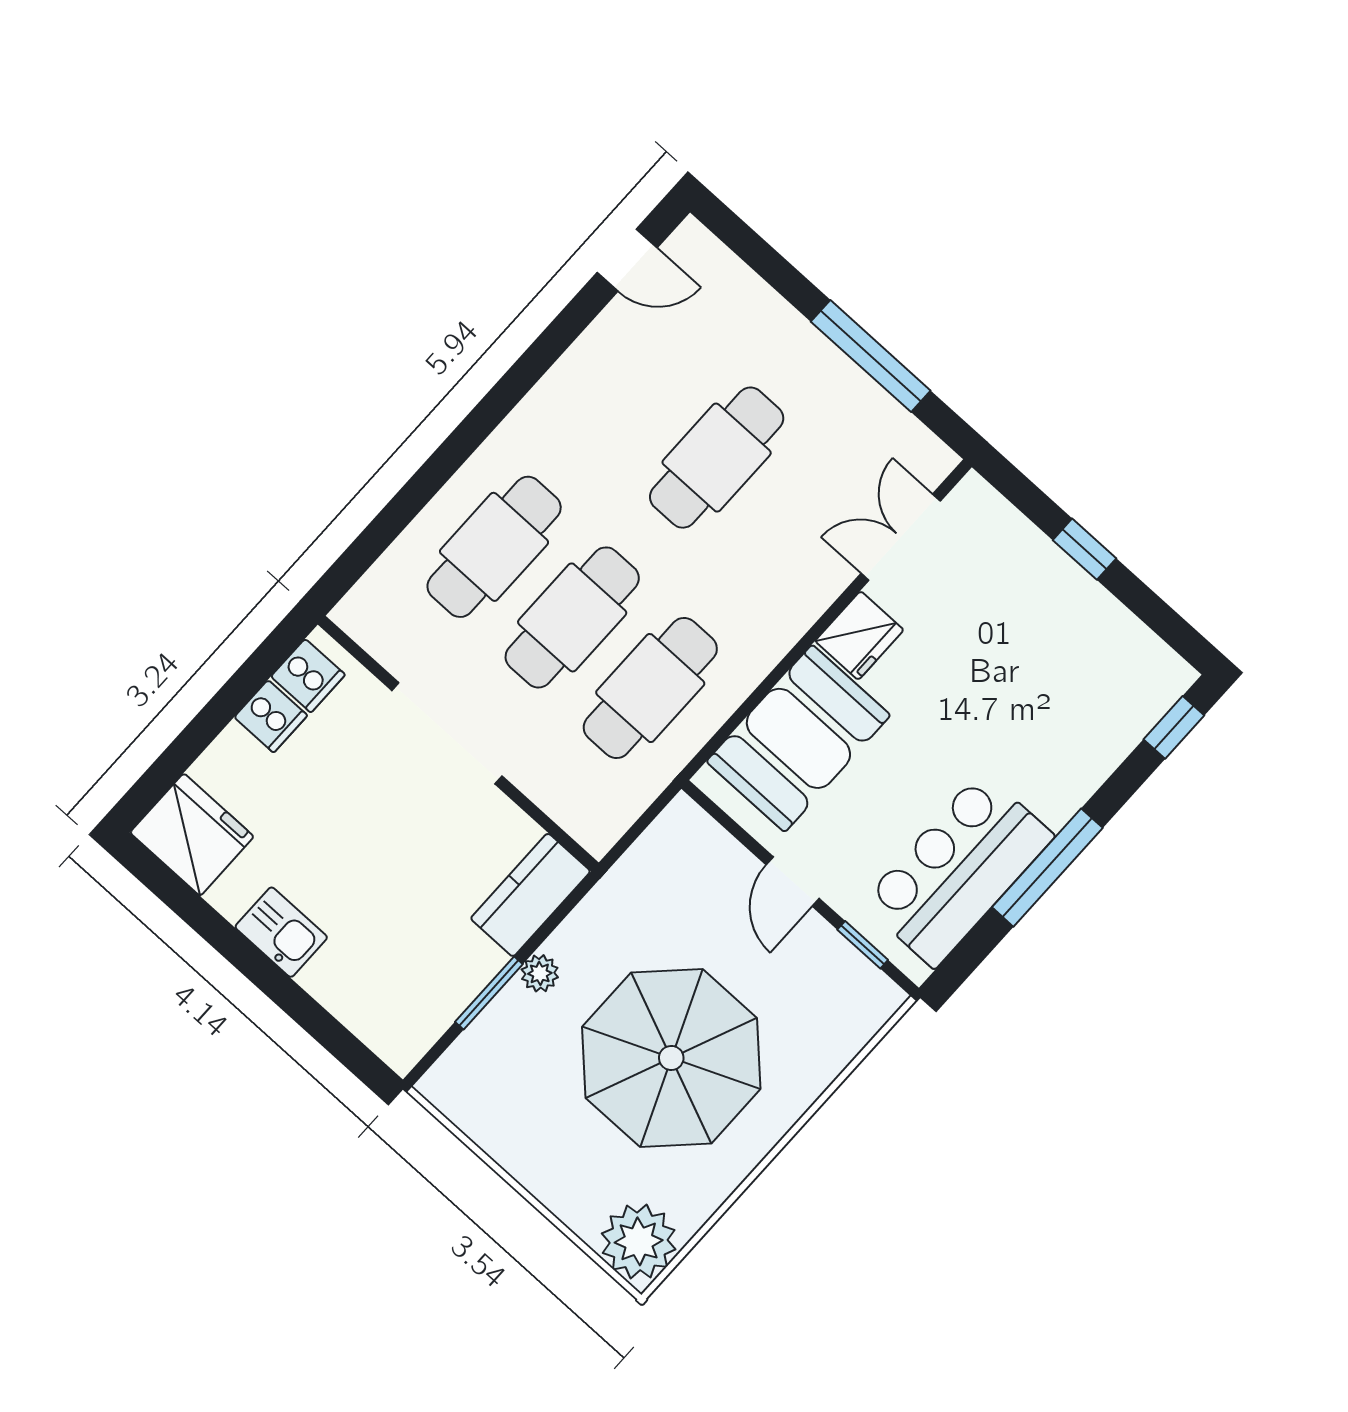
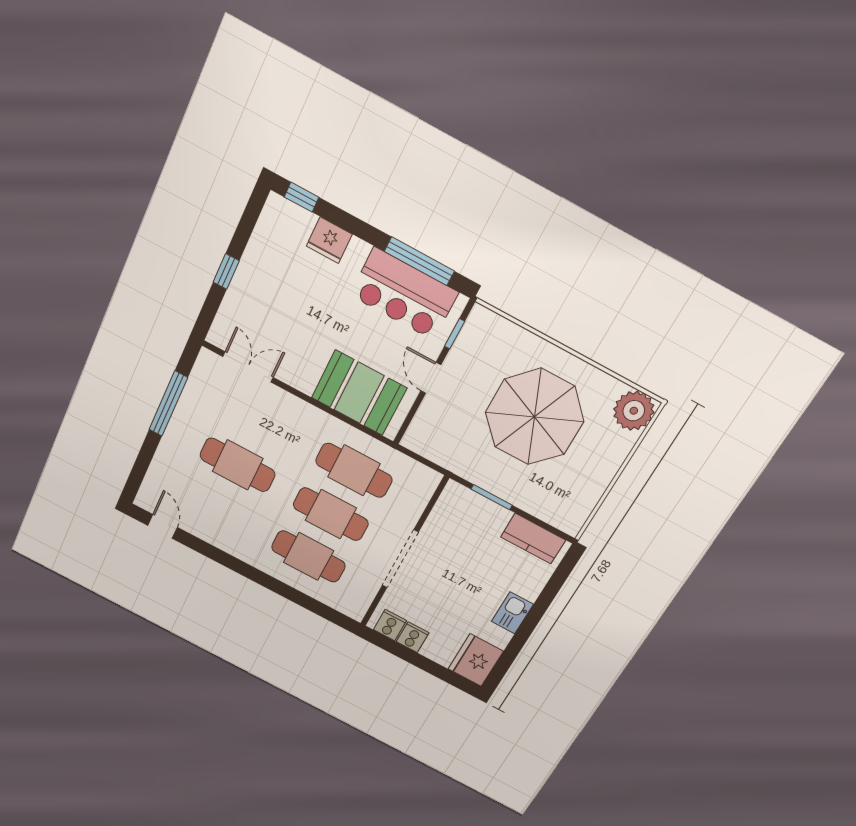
double door: (901, 537) -> (248, 367), swing flipped
fridge: (859, 635) -> (329, 240), moved, turned 180
window: (1047, 868) -> (419, 261), moved
door: (793, 882) -> (431, 378), swing flipped
kitchen counter: (530, 895) -> (533, 539), moved
plant: (540, 973) -> (506, 491), removed
window: (489, 993) -> (492, 497), moved

